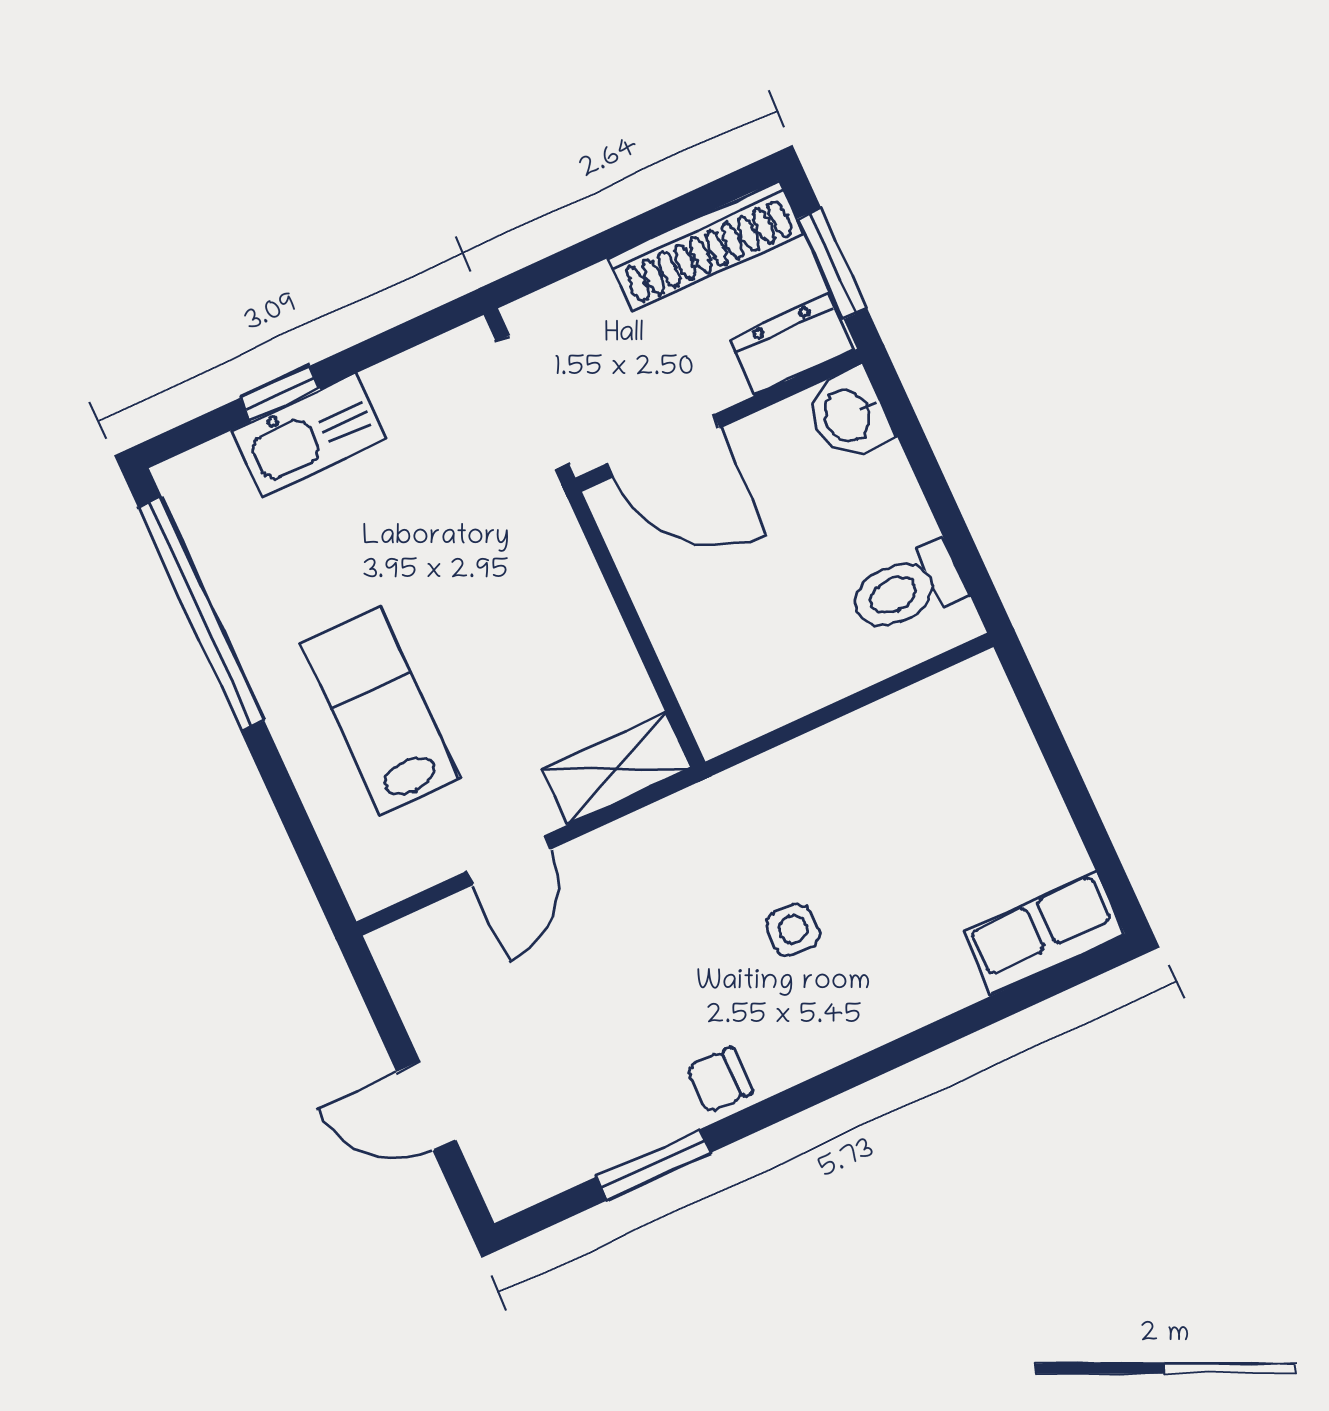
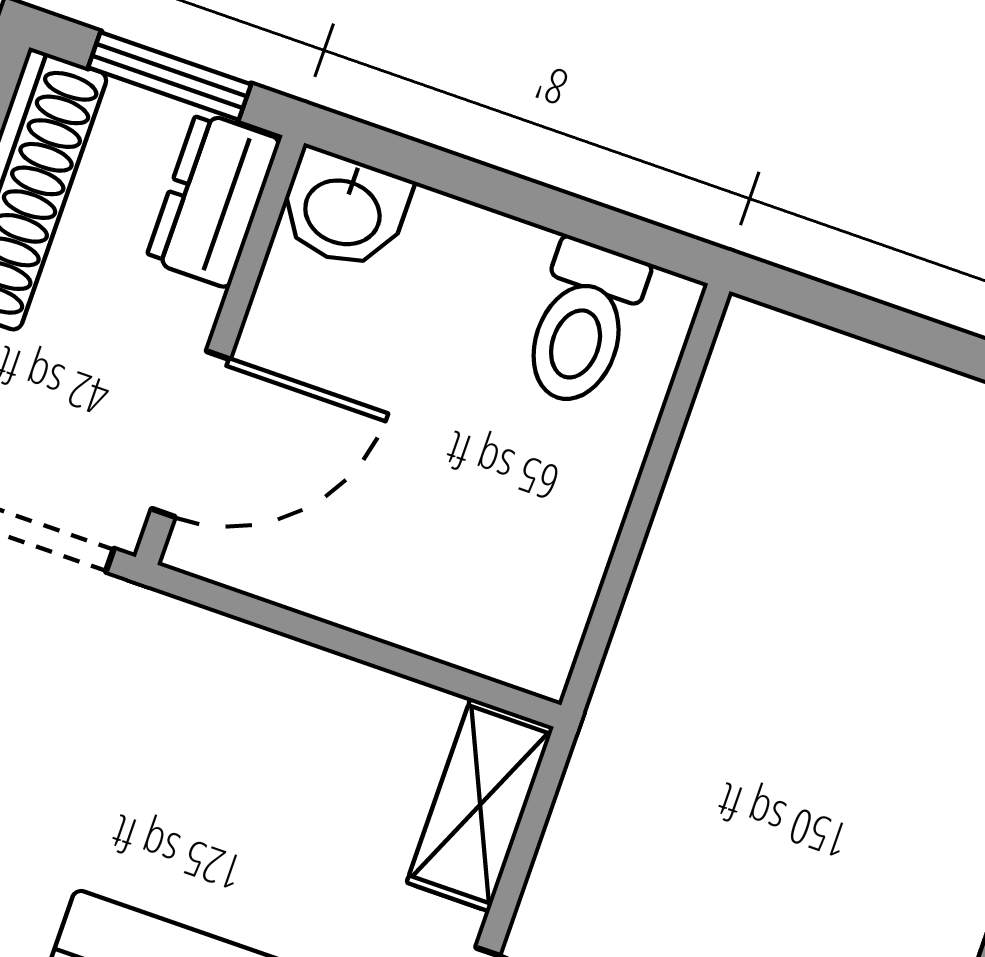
side table: (793, 930) -> (824, 782), removed

